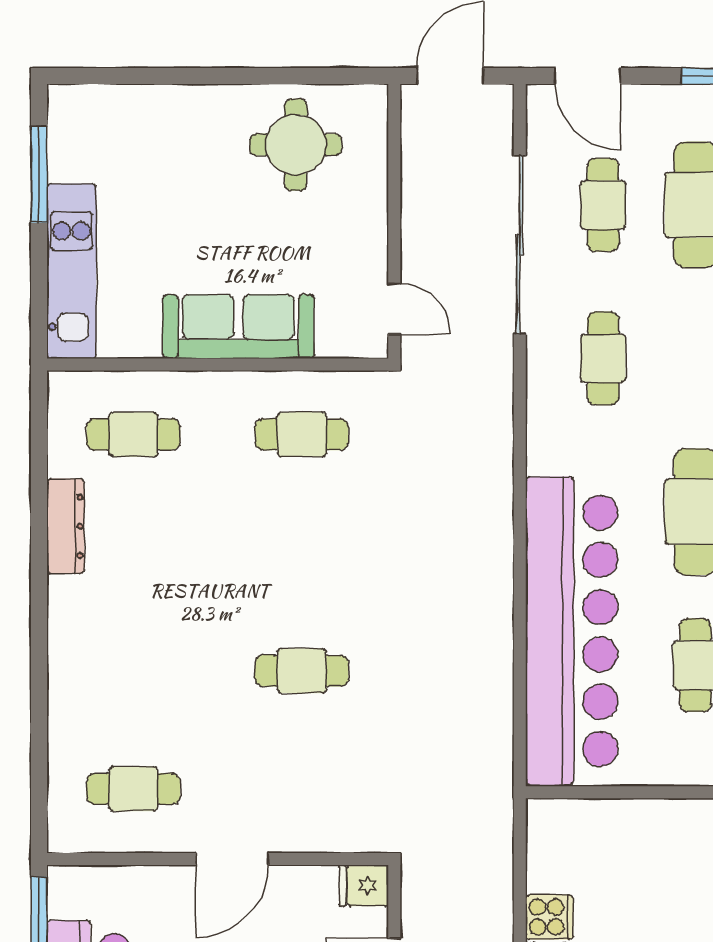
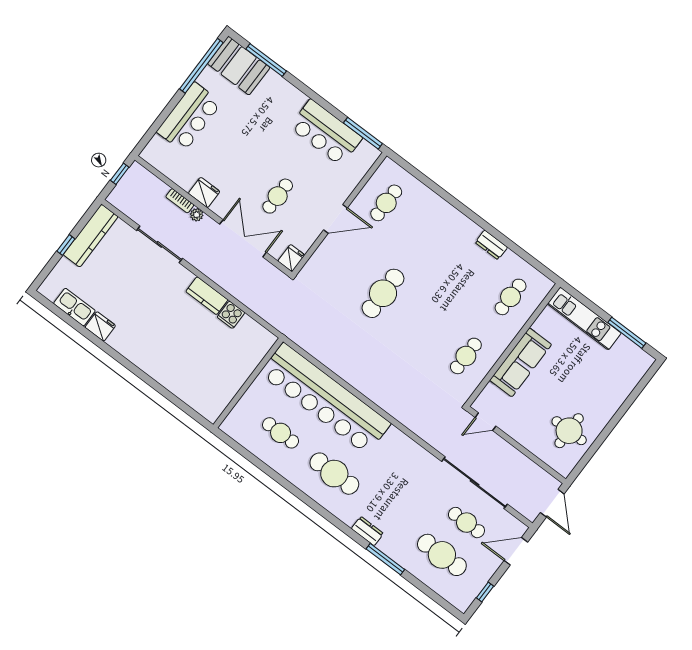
cafe table: (603, 358) -> (413, 482), removed
dresser: (65, 526) -> (491, 245), width x0.70
cafe table: (302, 671) -> (383, 293), width x1.37, depth x1.35
door: (232, 859) -> (335, 219), swing flipped

